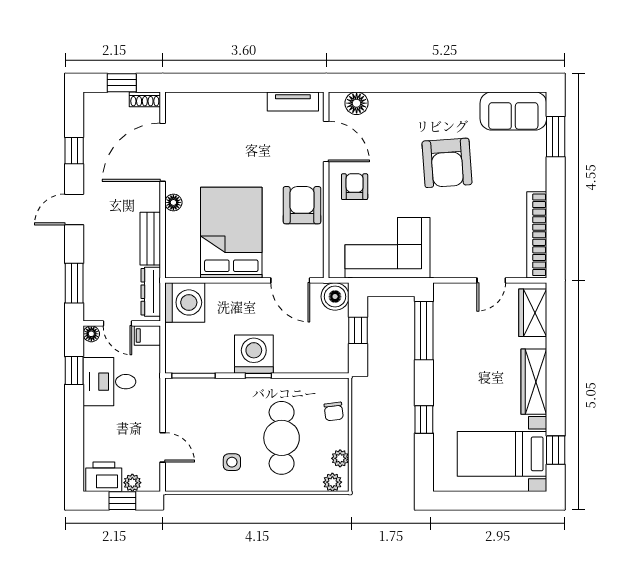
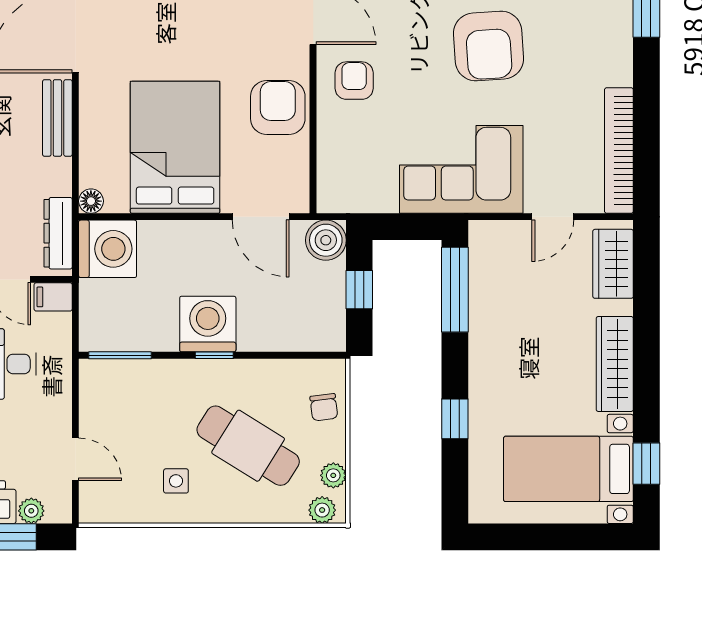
floor lamp: (173, 202) -> (91, 201), moved
bench: (150, 239) -> (57, 118), moved
corner sofa: (388, 248) -> (461, 169), moved
cafe table: (282, 438) -> (248, 446), turned -58

